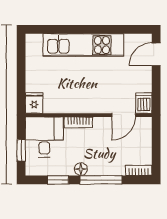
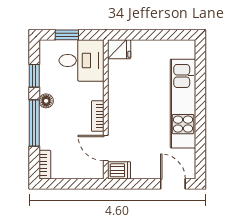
bookcase: (78, 122) -> (98, 116), moved

